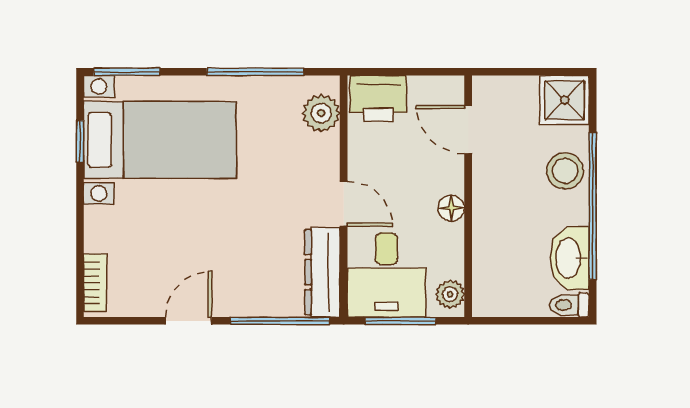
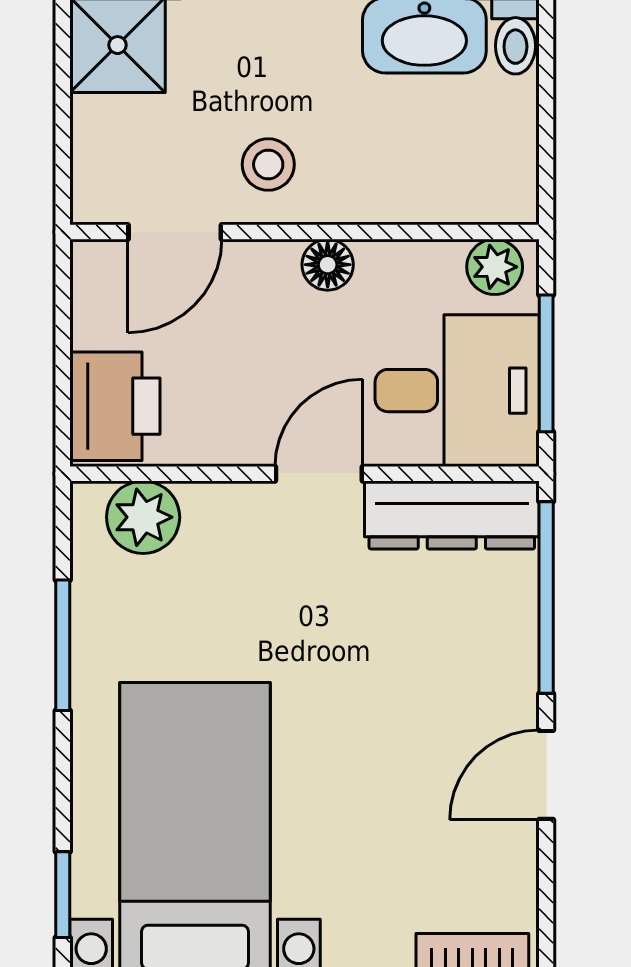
window: (127, 72) -> (63, 895), width x0.67
window: (255, 72) -> (63, 645), width x0.69
stool: (565, 171) -> (268, 164), moved, width x0.73, depth x0.73
door: (188, 321) -> (546, 775), hinge flipped

